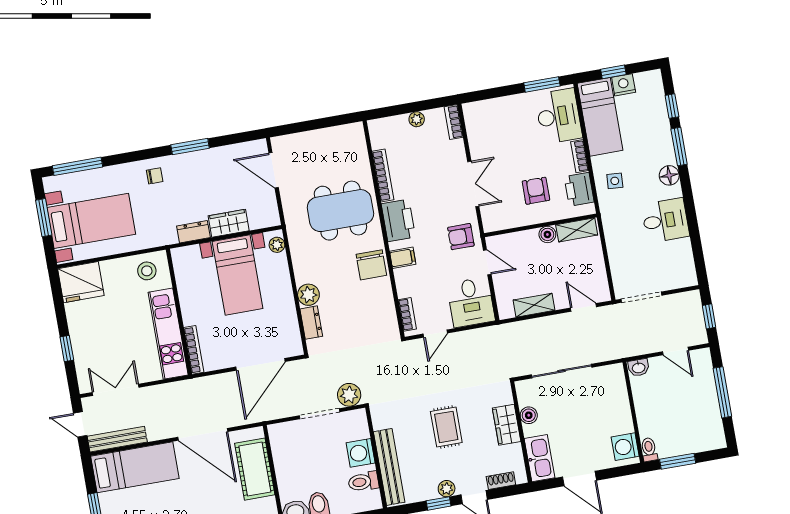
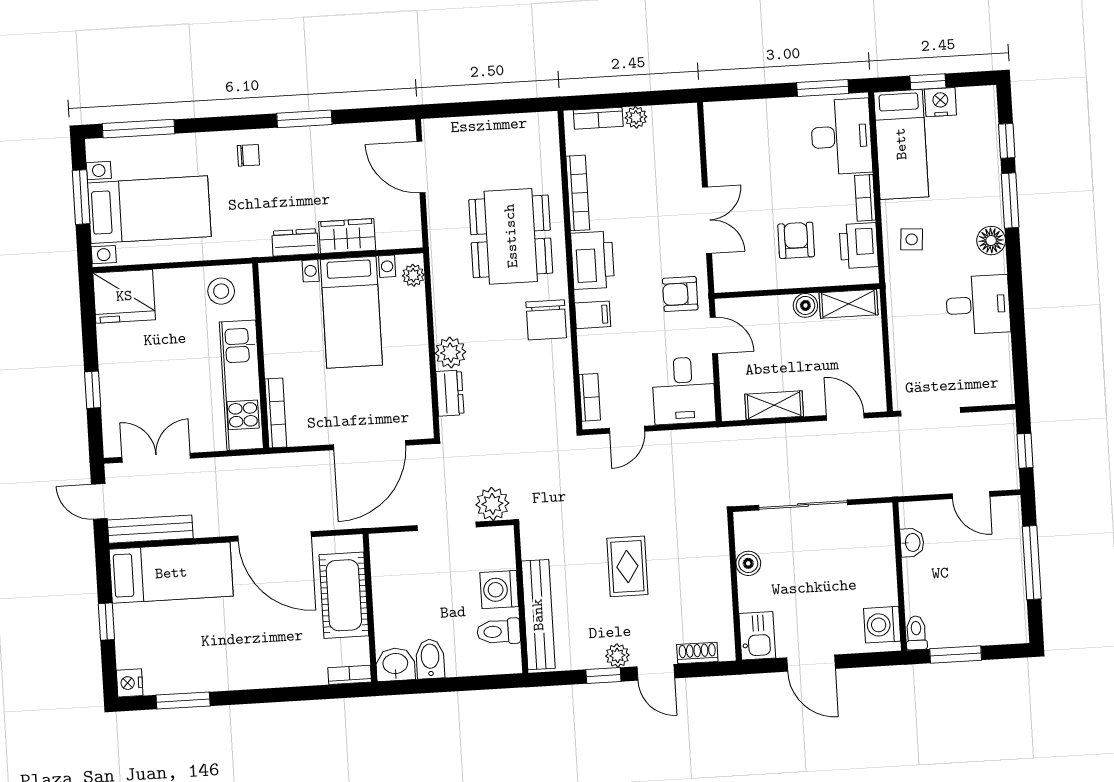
bookcase: (454, 122) -> (598, 118), moved, turned -90
dining table: (340, 211) -> (511, 236), turned 90
washbasin: (639, 368) -> (912, 543), moved, turned -90
wardrobe: (507, 425) -> (715, 573), removed
kitchen sink: (540, 458) -> (757, 636), width x0.73

